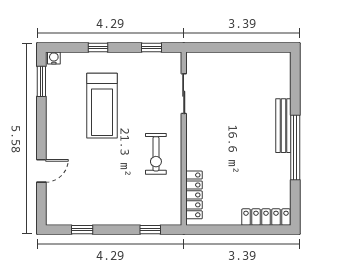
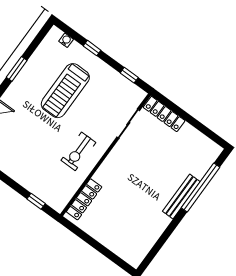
water cooler: (54, 58) -> (66, 40), moved
window: (41, 81) -> (17, 69), moved
window: (295, 147) -> (201, 187), moved
locker: (266, 217) -> (164, 114), moved, turned 180

